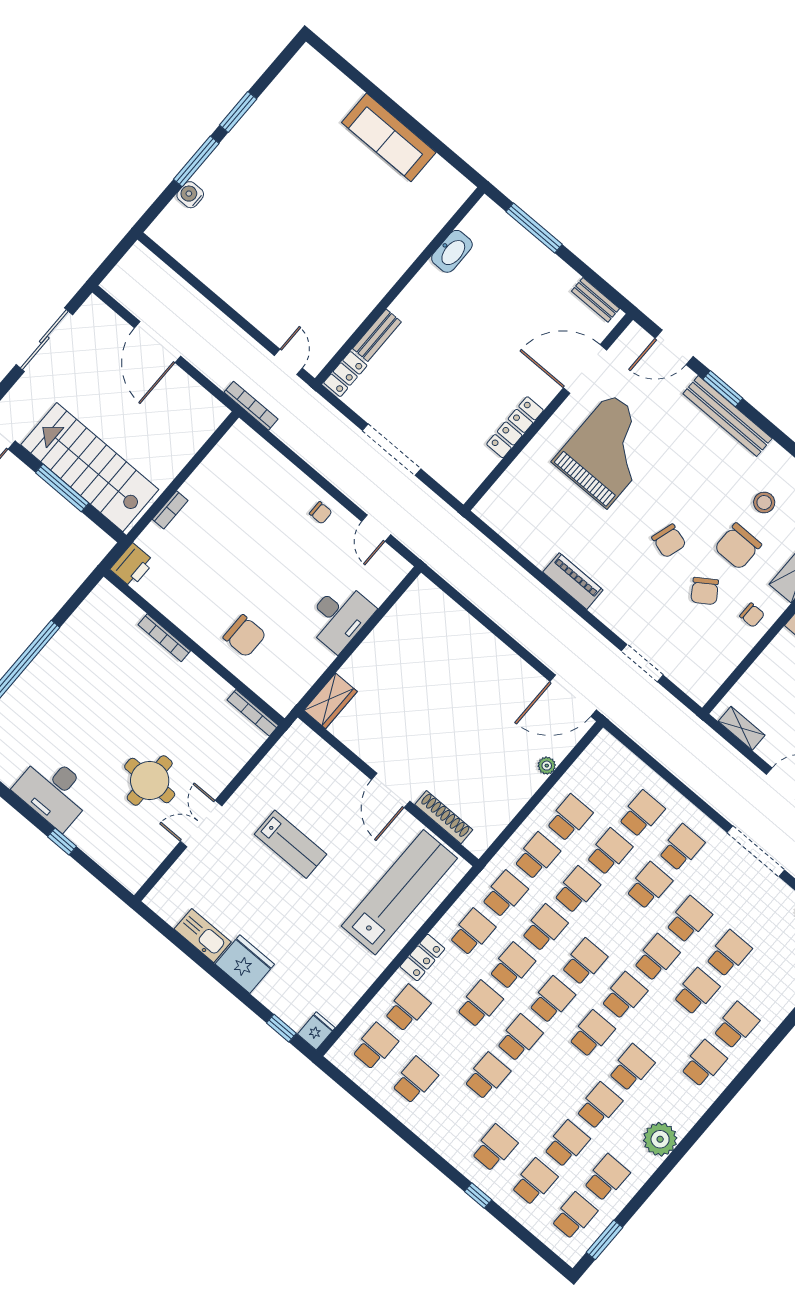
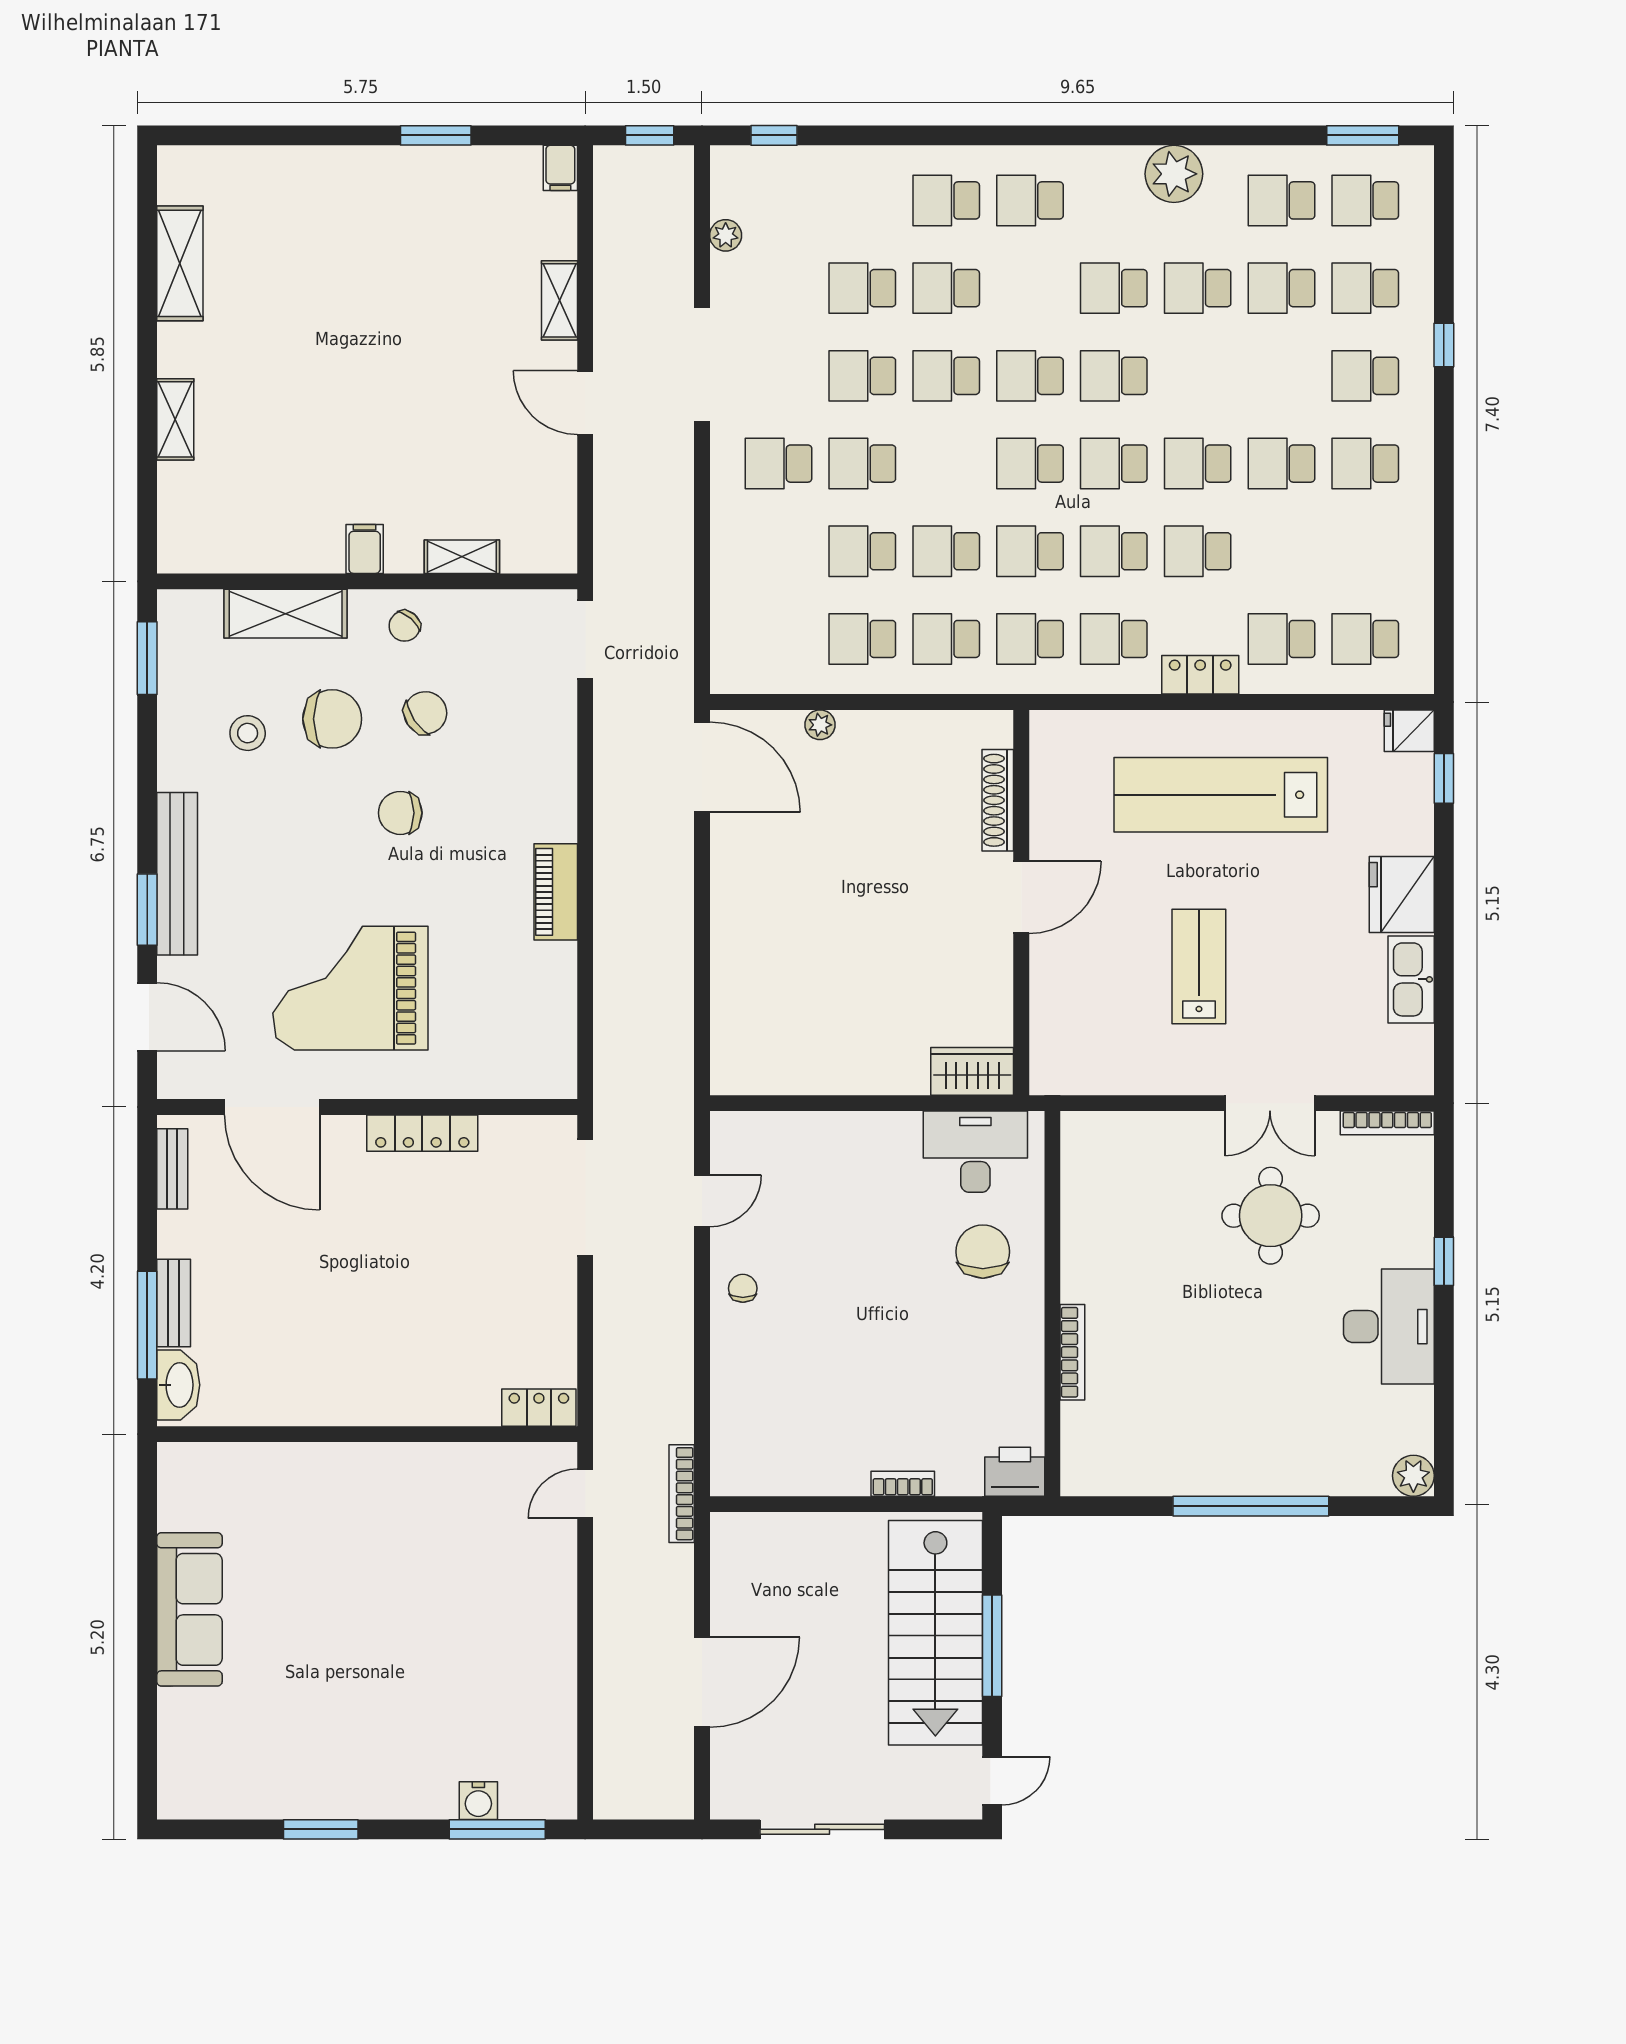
window: (196, 161) -> (497, 1829), moved
washbasin: (452, 251) -> (178, 1385), moved, turned 90
bench: (377, 335) -> (174, 1303), moved, turned 90
doorway: (392, 450) -> (585, 1197), moved
chair: (669, 541) -> (400, 813), turned -107
chair: (752, 615) -> (405, 626), turned -139
desk: (339, 616) -> (975, 1152), moved
doorway: (642, 663) -> (585, 640), moved
bookcase: (253, 713) -> (1387, 1123), moved, turned 90
shelving: (742, 728) -> (462, 557), moved, turned 90
school desk: (642, 814) -> (779, 551), removed
lab bench: (399, 892) -> (1221, 795), moved
school desk: (415, 1080) -> (1365, 464), moved

